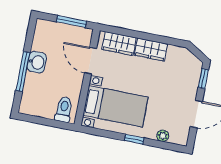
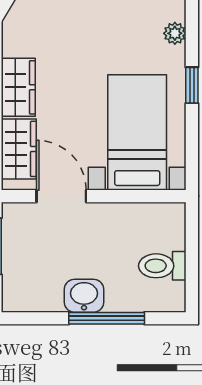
door: (90, 61) -> (61, 196), swing flipped
toilet: (64, 109) -> (162, 266), moved

